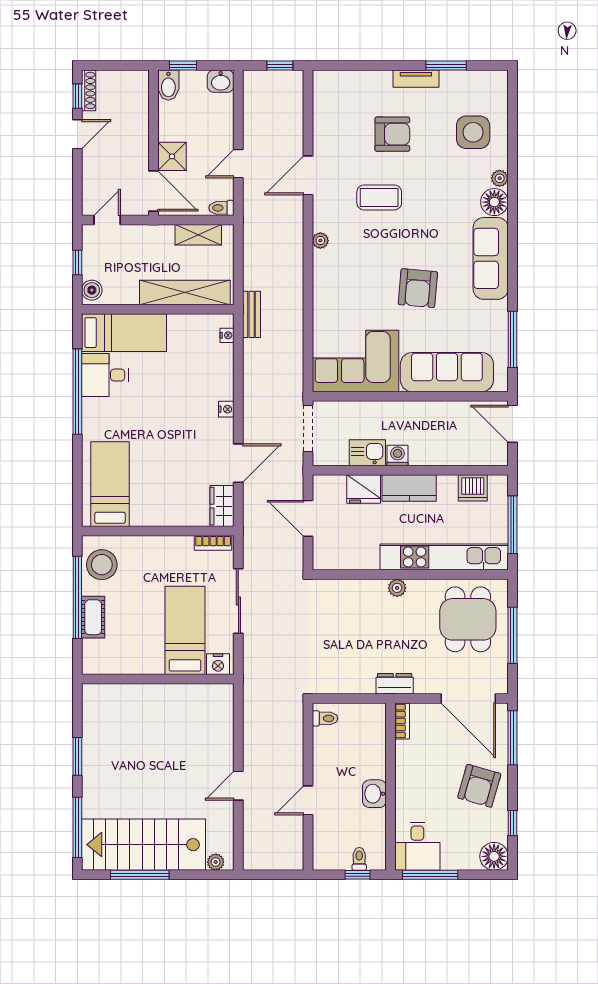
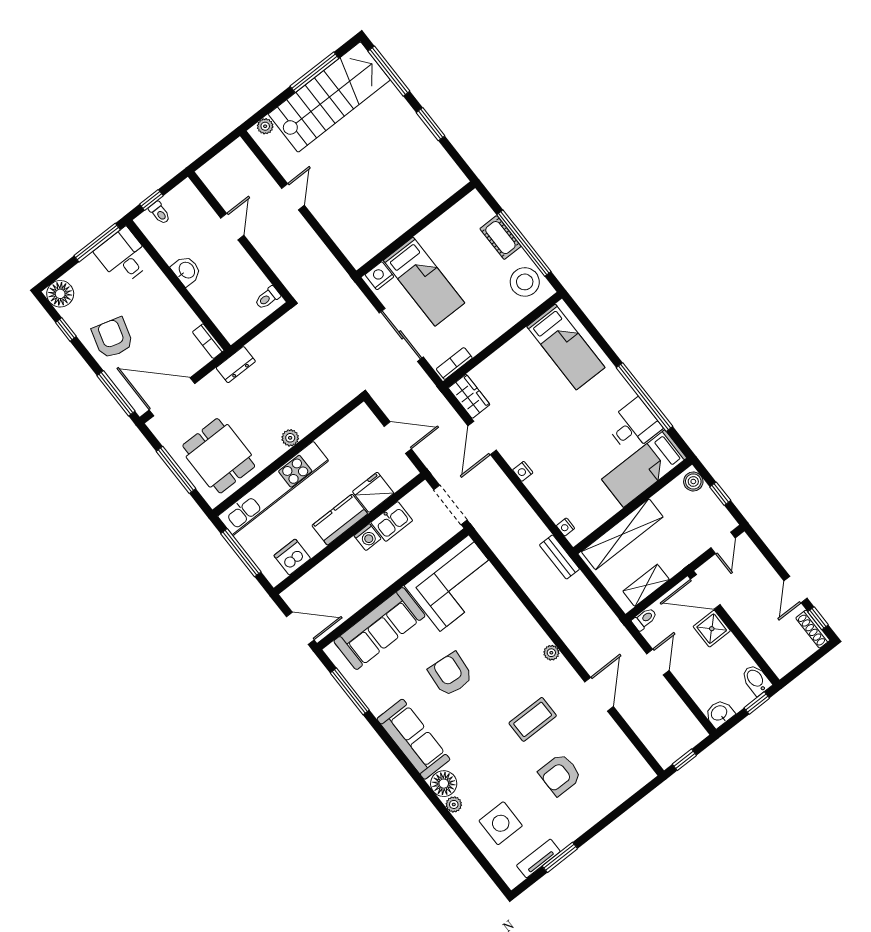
tv unit: (416, 79) -> (538, 858), moved

